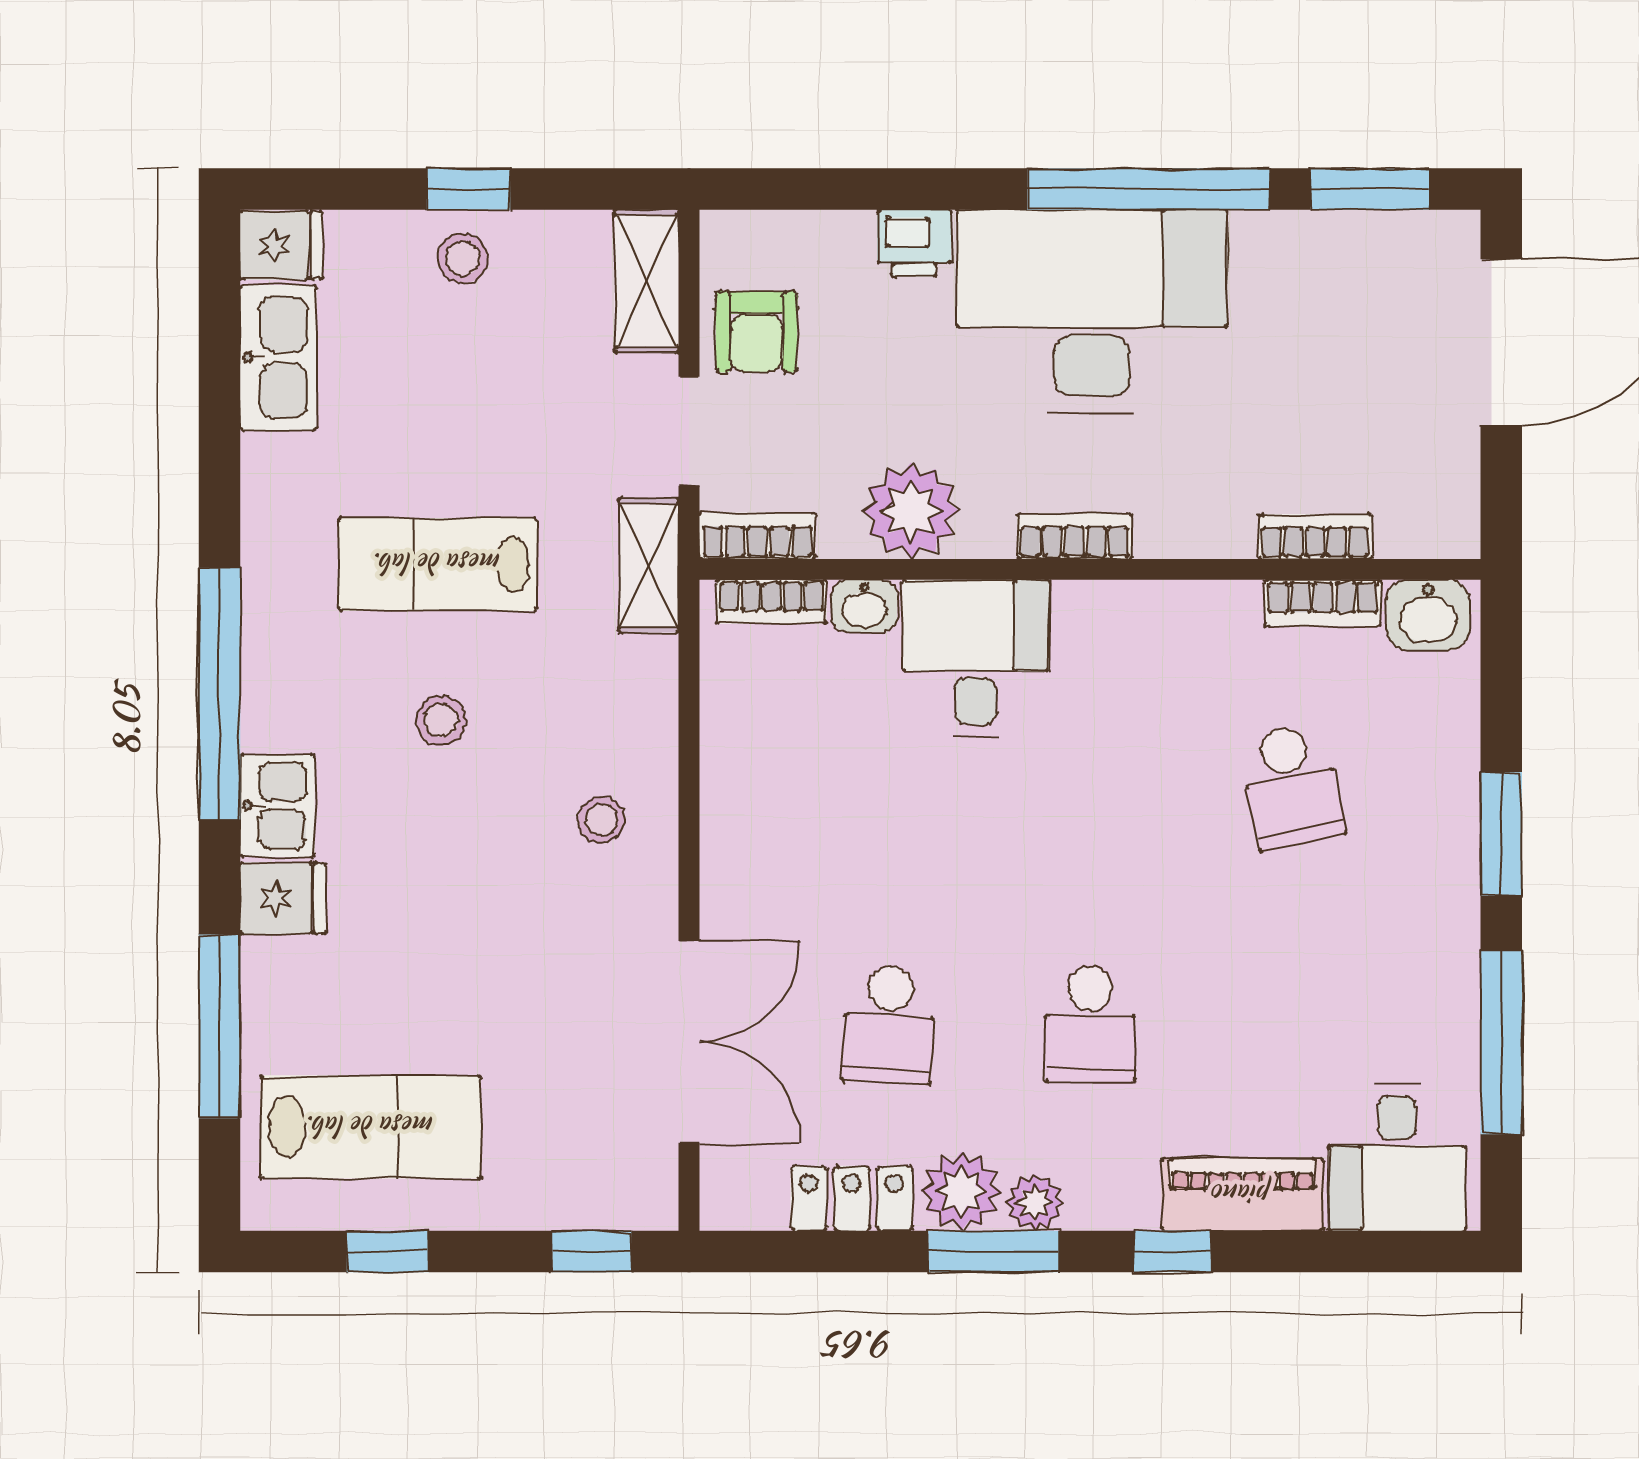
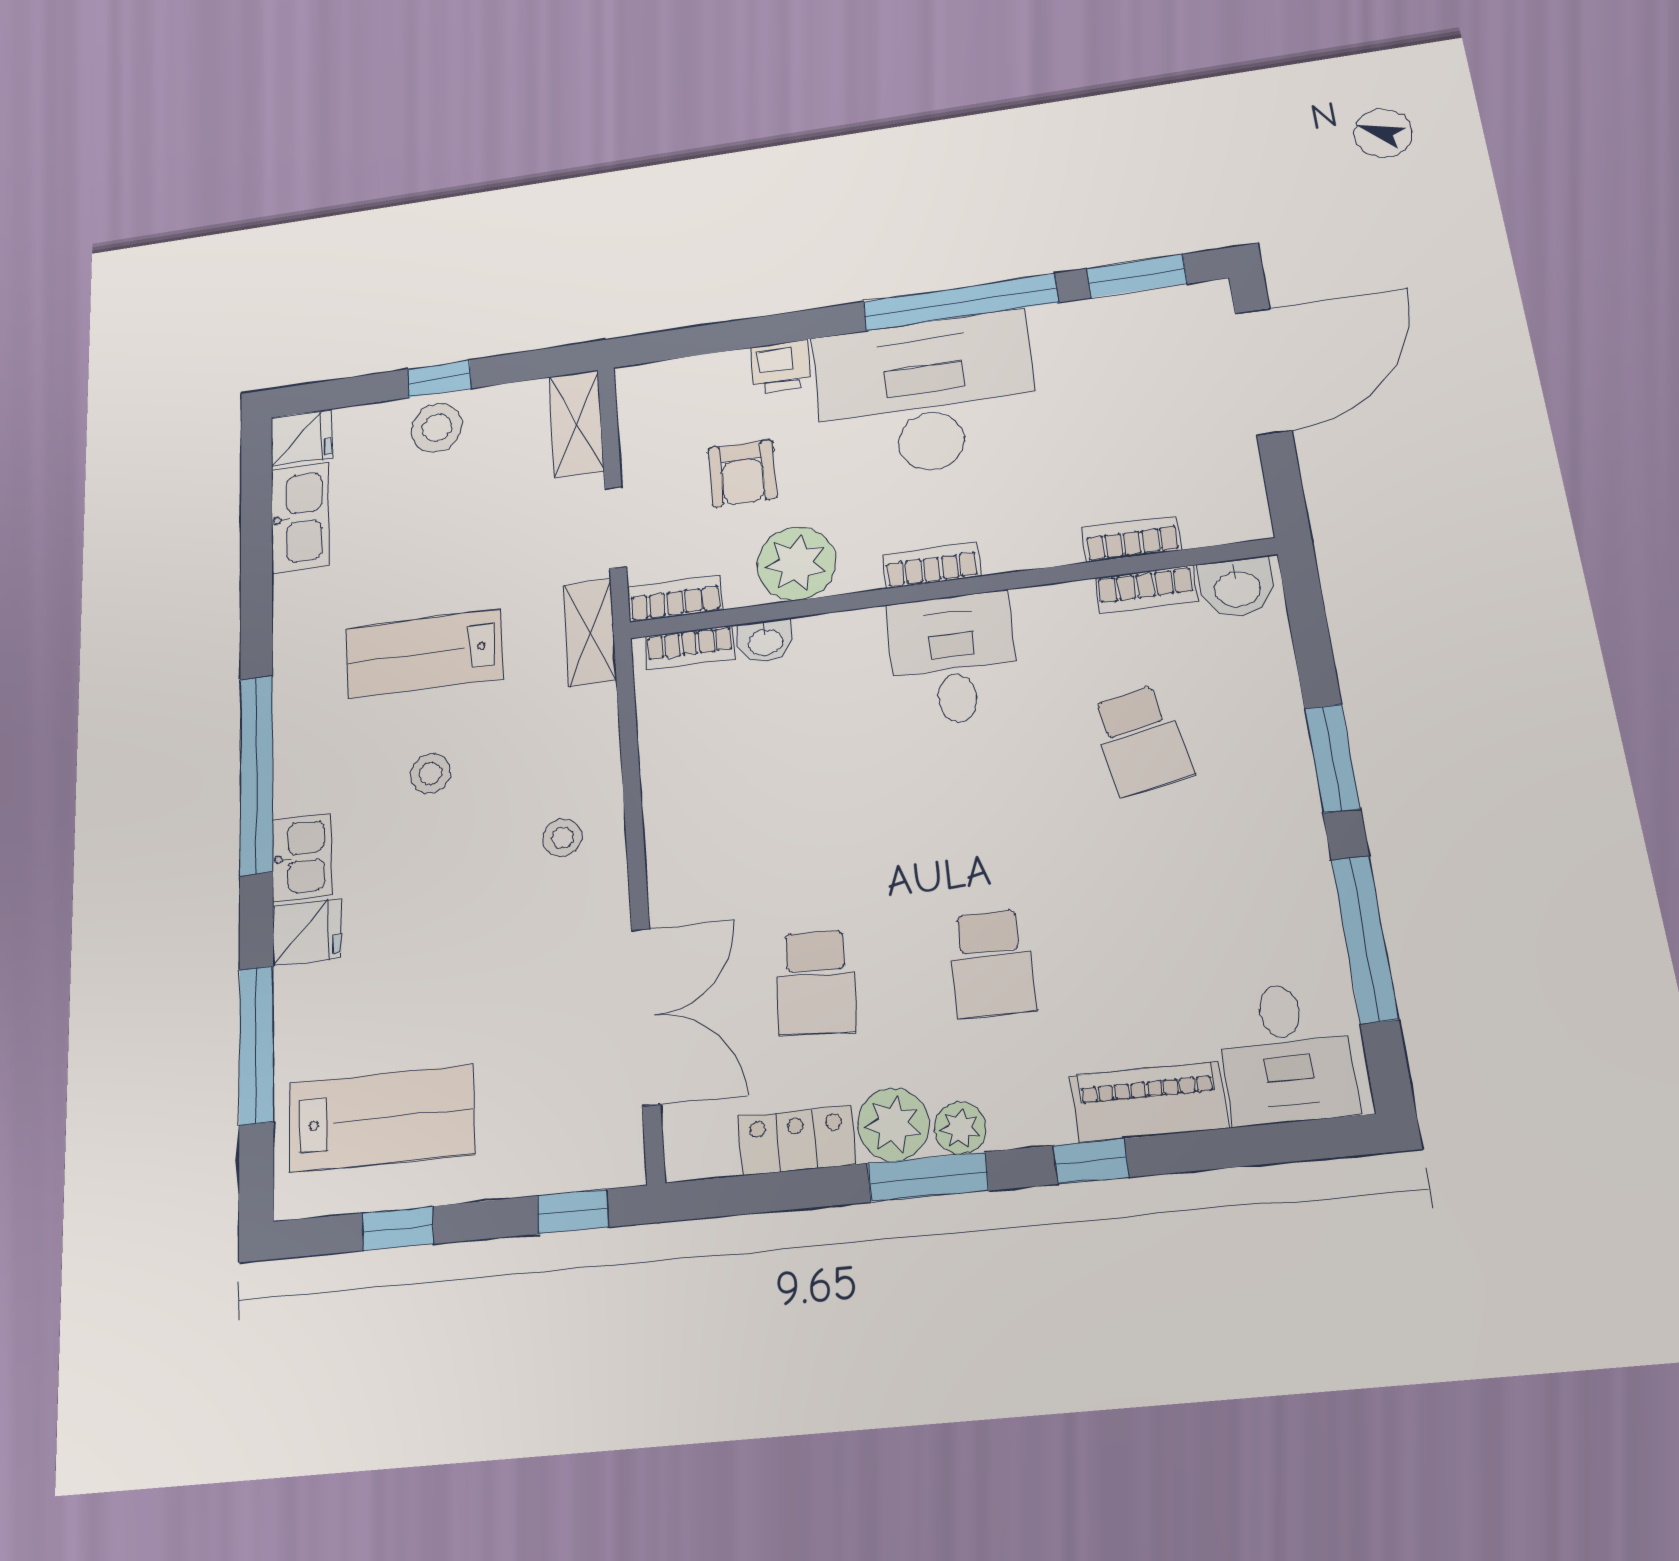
stool: (463, 258) -> (437, 428), width x1.37, depth x1.37
armchair: (757, 332) -> (742, 473), moved
desk: (976, 659) -> (953, 659), moved

